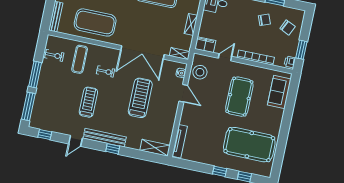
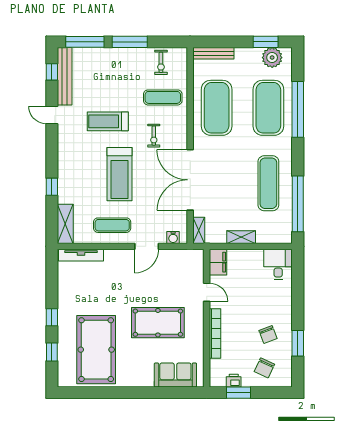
printer: (290, 62) -> (234, 381), moved
stool: (200, 72) -> (180, 263), removed
treadmill: (140, 98) -> (120, 174), moved, turned 90
treadmill: (88, 102) -> (108, 121), turned 180
exercise mat: (163, 115) -> (112, 225), added
bench: (105, 138) -> (65, 76), moved
window: (113, 149) -> (52, 187), moved

